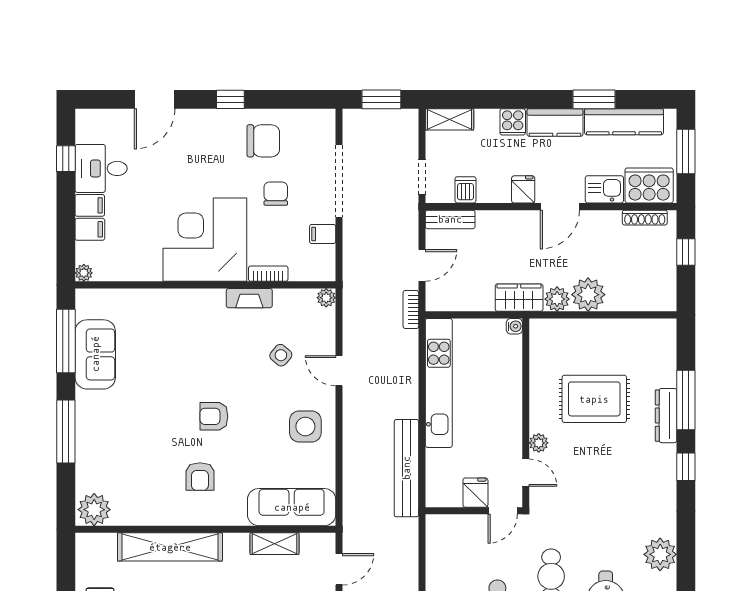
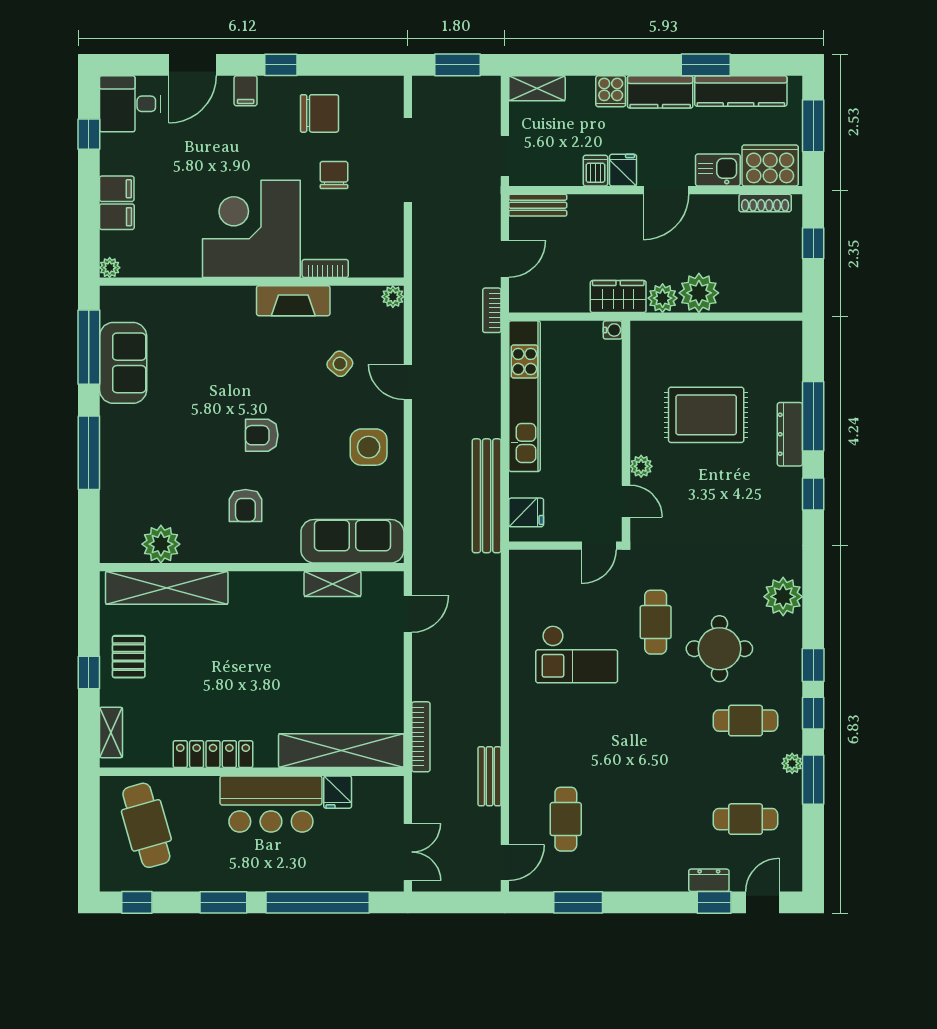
desk: (101, 168) -> (130, 104), moved
dishwasher: (465, 190) -> (595, 171), moved
filing cabinet: (323, 234) -> (246, 91), moved, turned -90
fireplace: (249, 298) -> (293, 301), width x1.37, depth x1.32
fridge: (475, 493) -> (526, 512), moved, turned 90
plant: (94, 510) -> (161, 544), moved
shelving: (170, 547) -> (167, 588), moved

